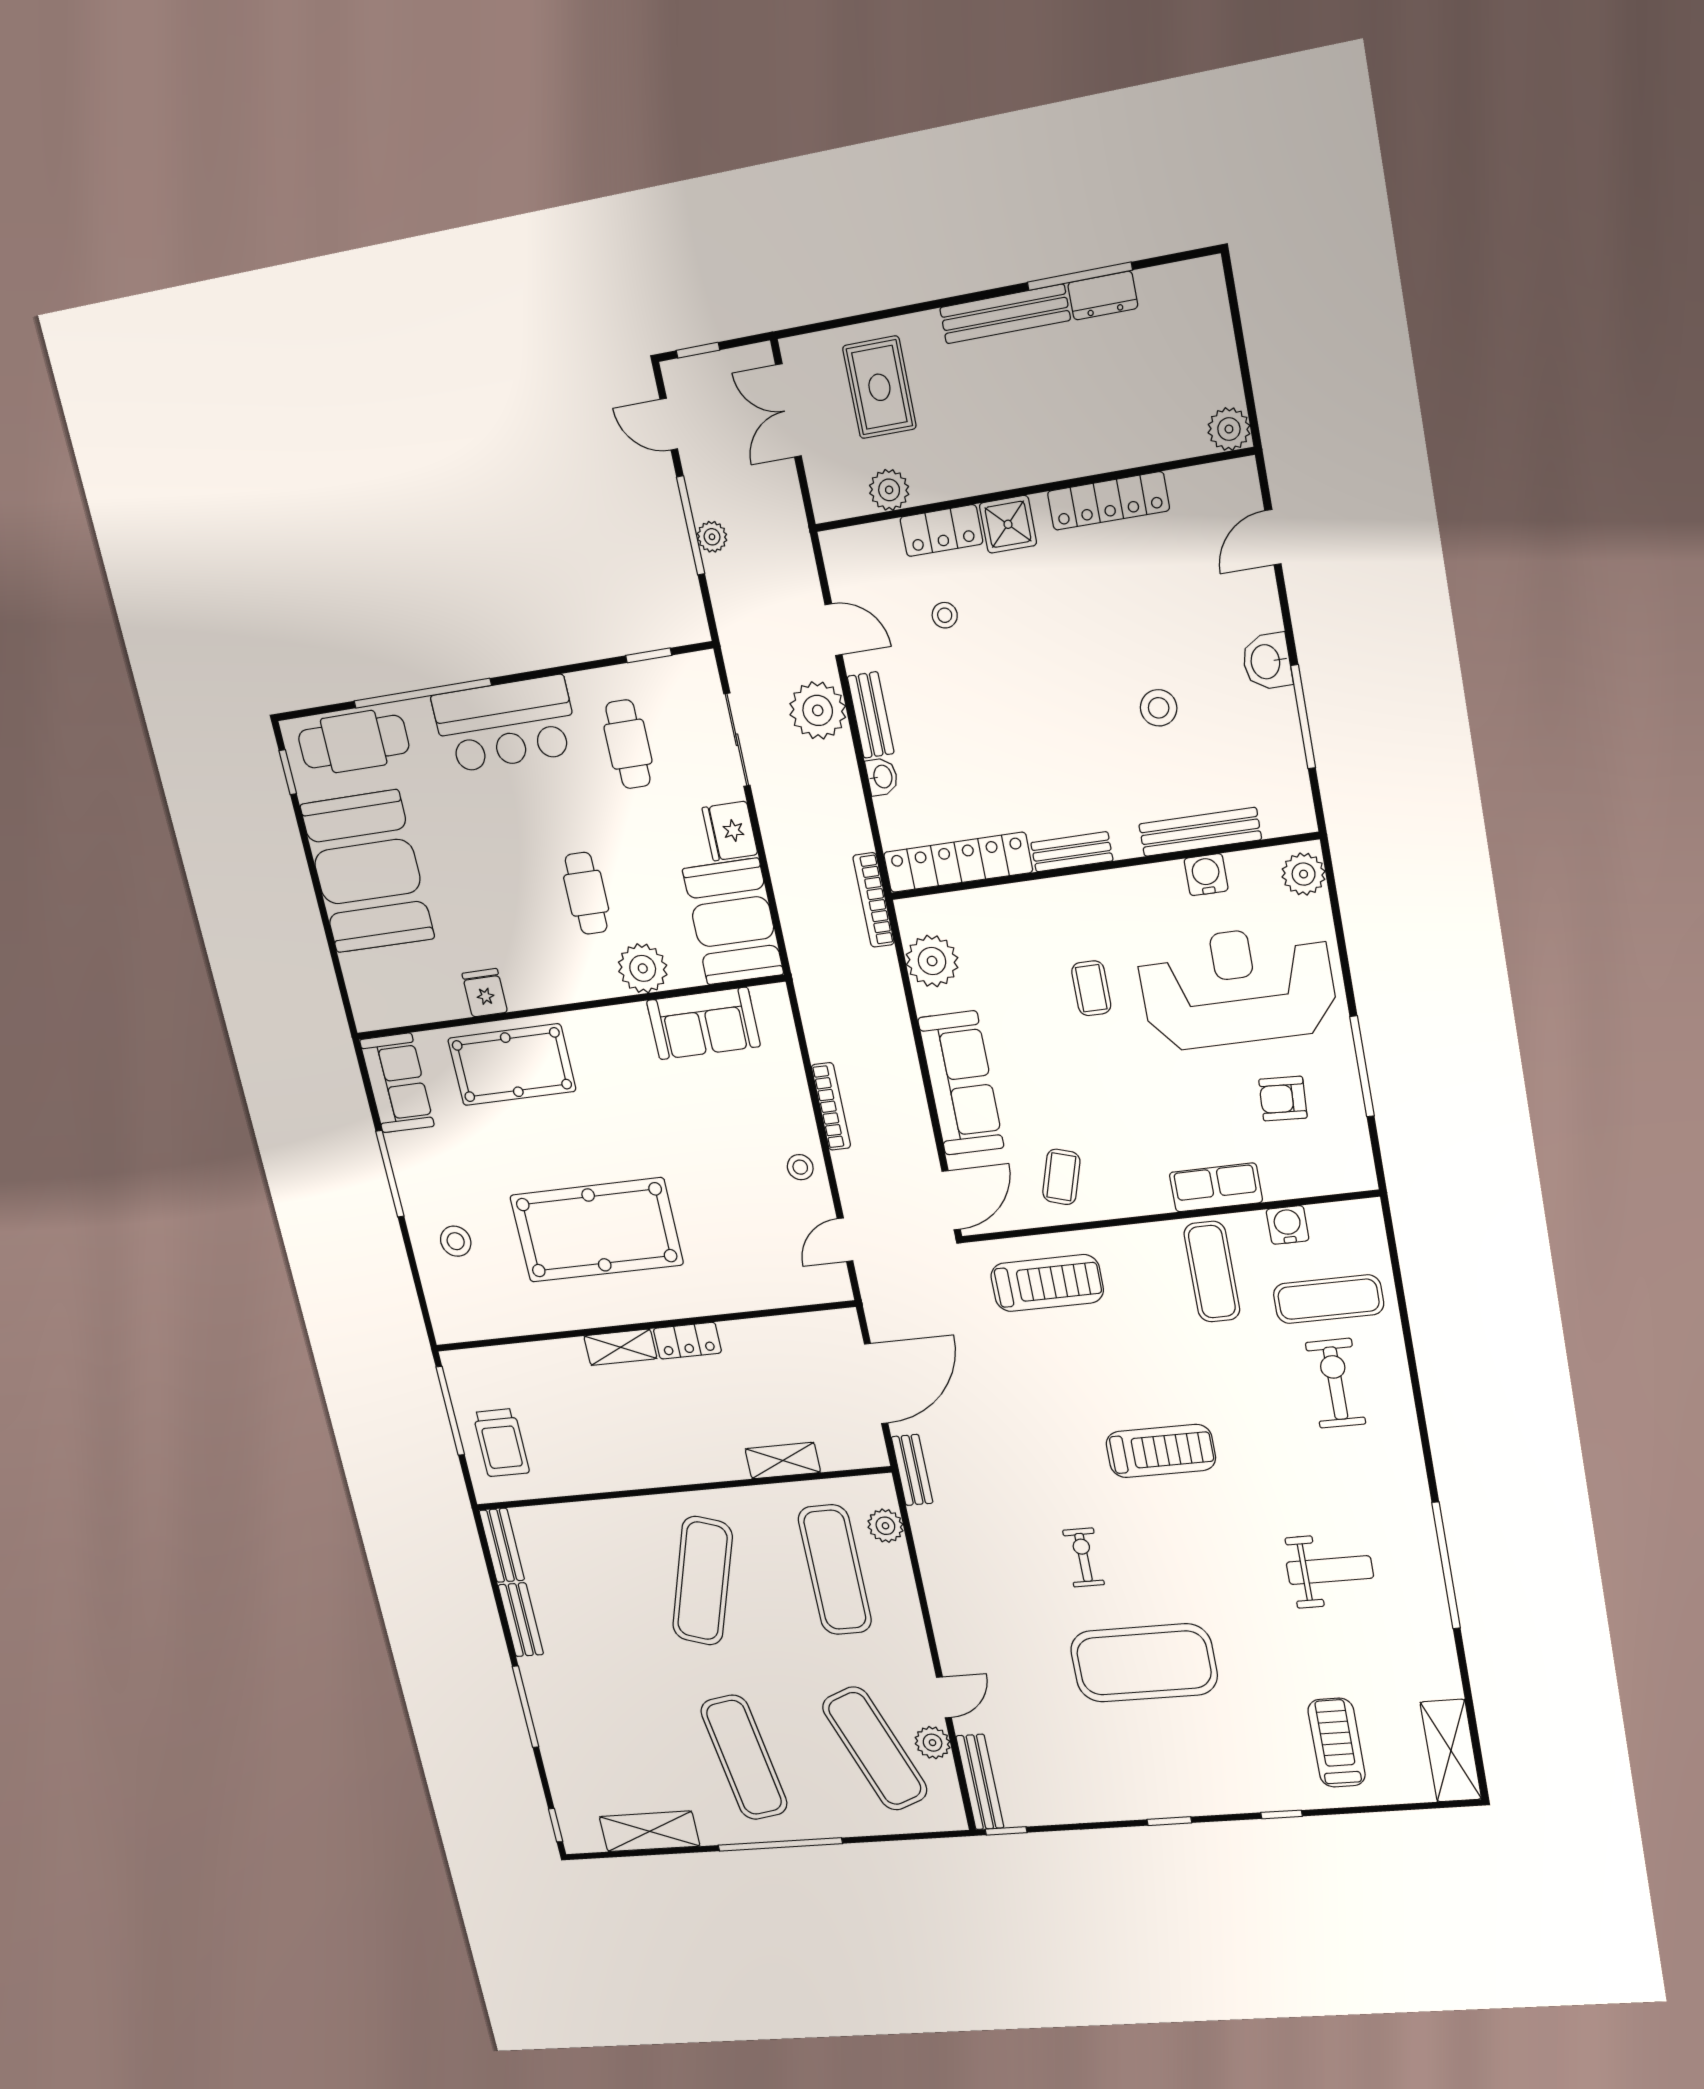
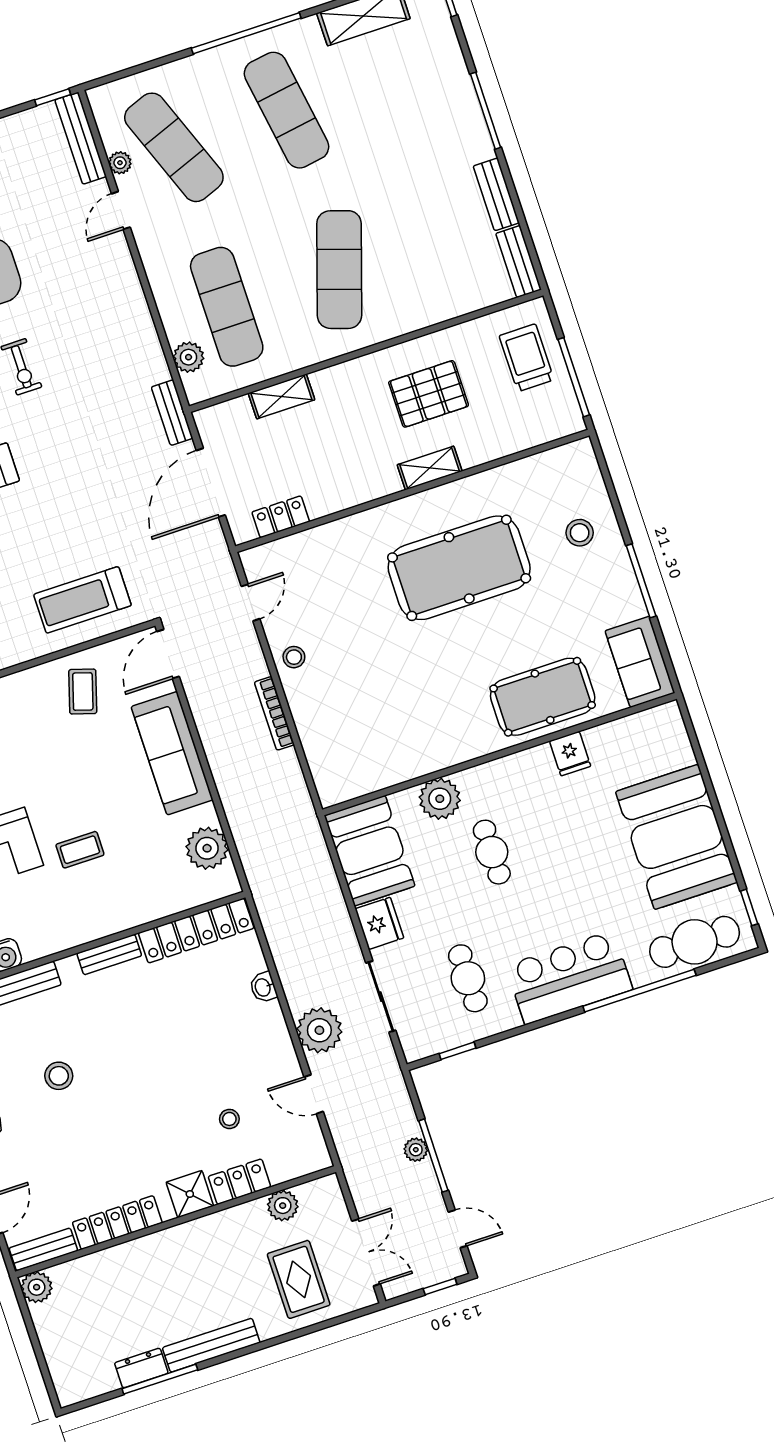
bench: (871, 715) -> (43, 1249), moved, turned 90
bookcase: (874, 900) -> (259, 889), removed
coffee table: (1091, 988) -> (80, 850), turned 90
sofa: (703, 1023) -> (386, 762), removed
locker: (687, 1341) -> (281, 517), moved
pallet: (614, 1428) -> (429, 394), added
plant: (933, 1743) -> (120, 163), width x0.73, depth x0.73

